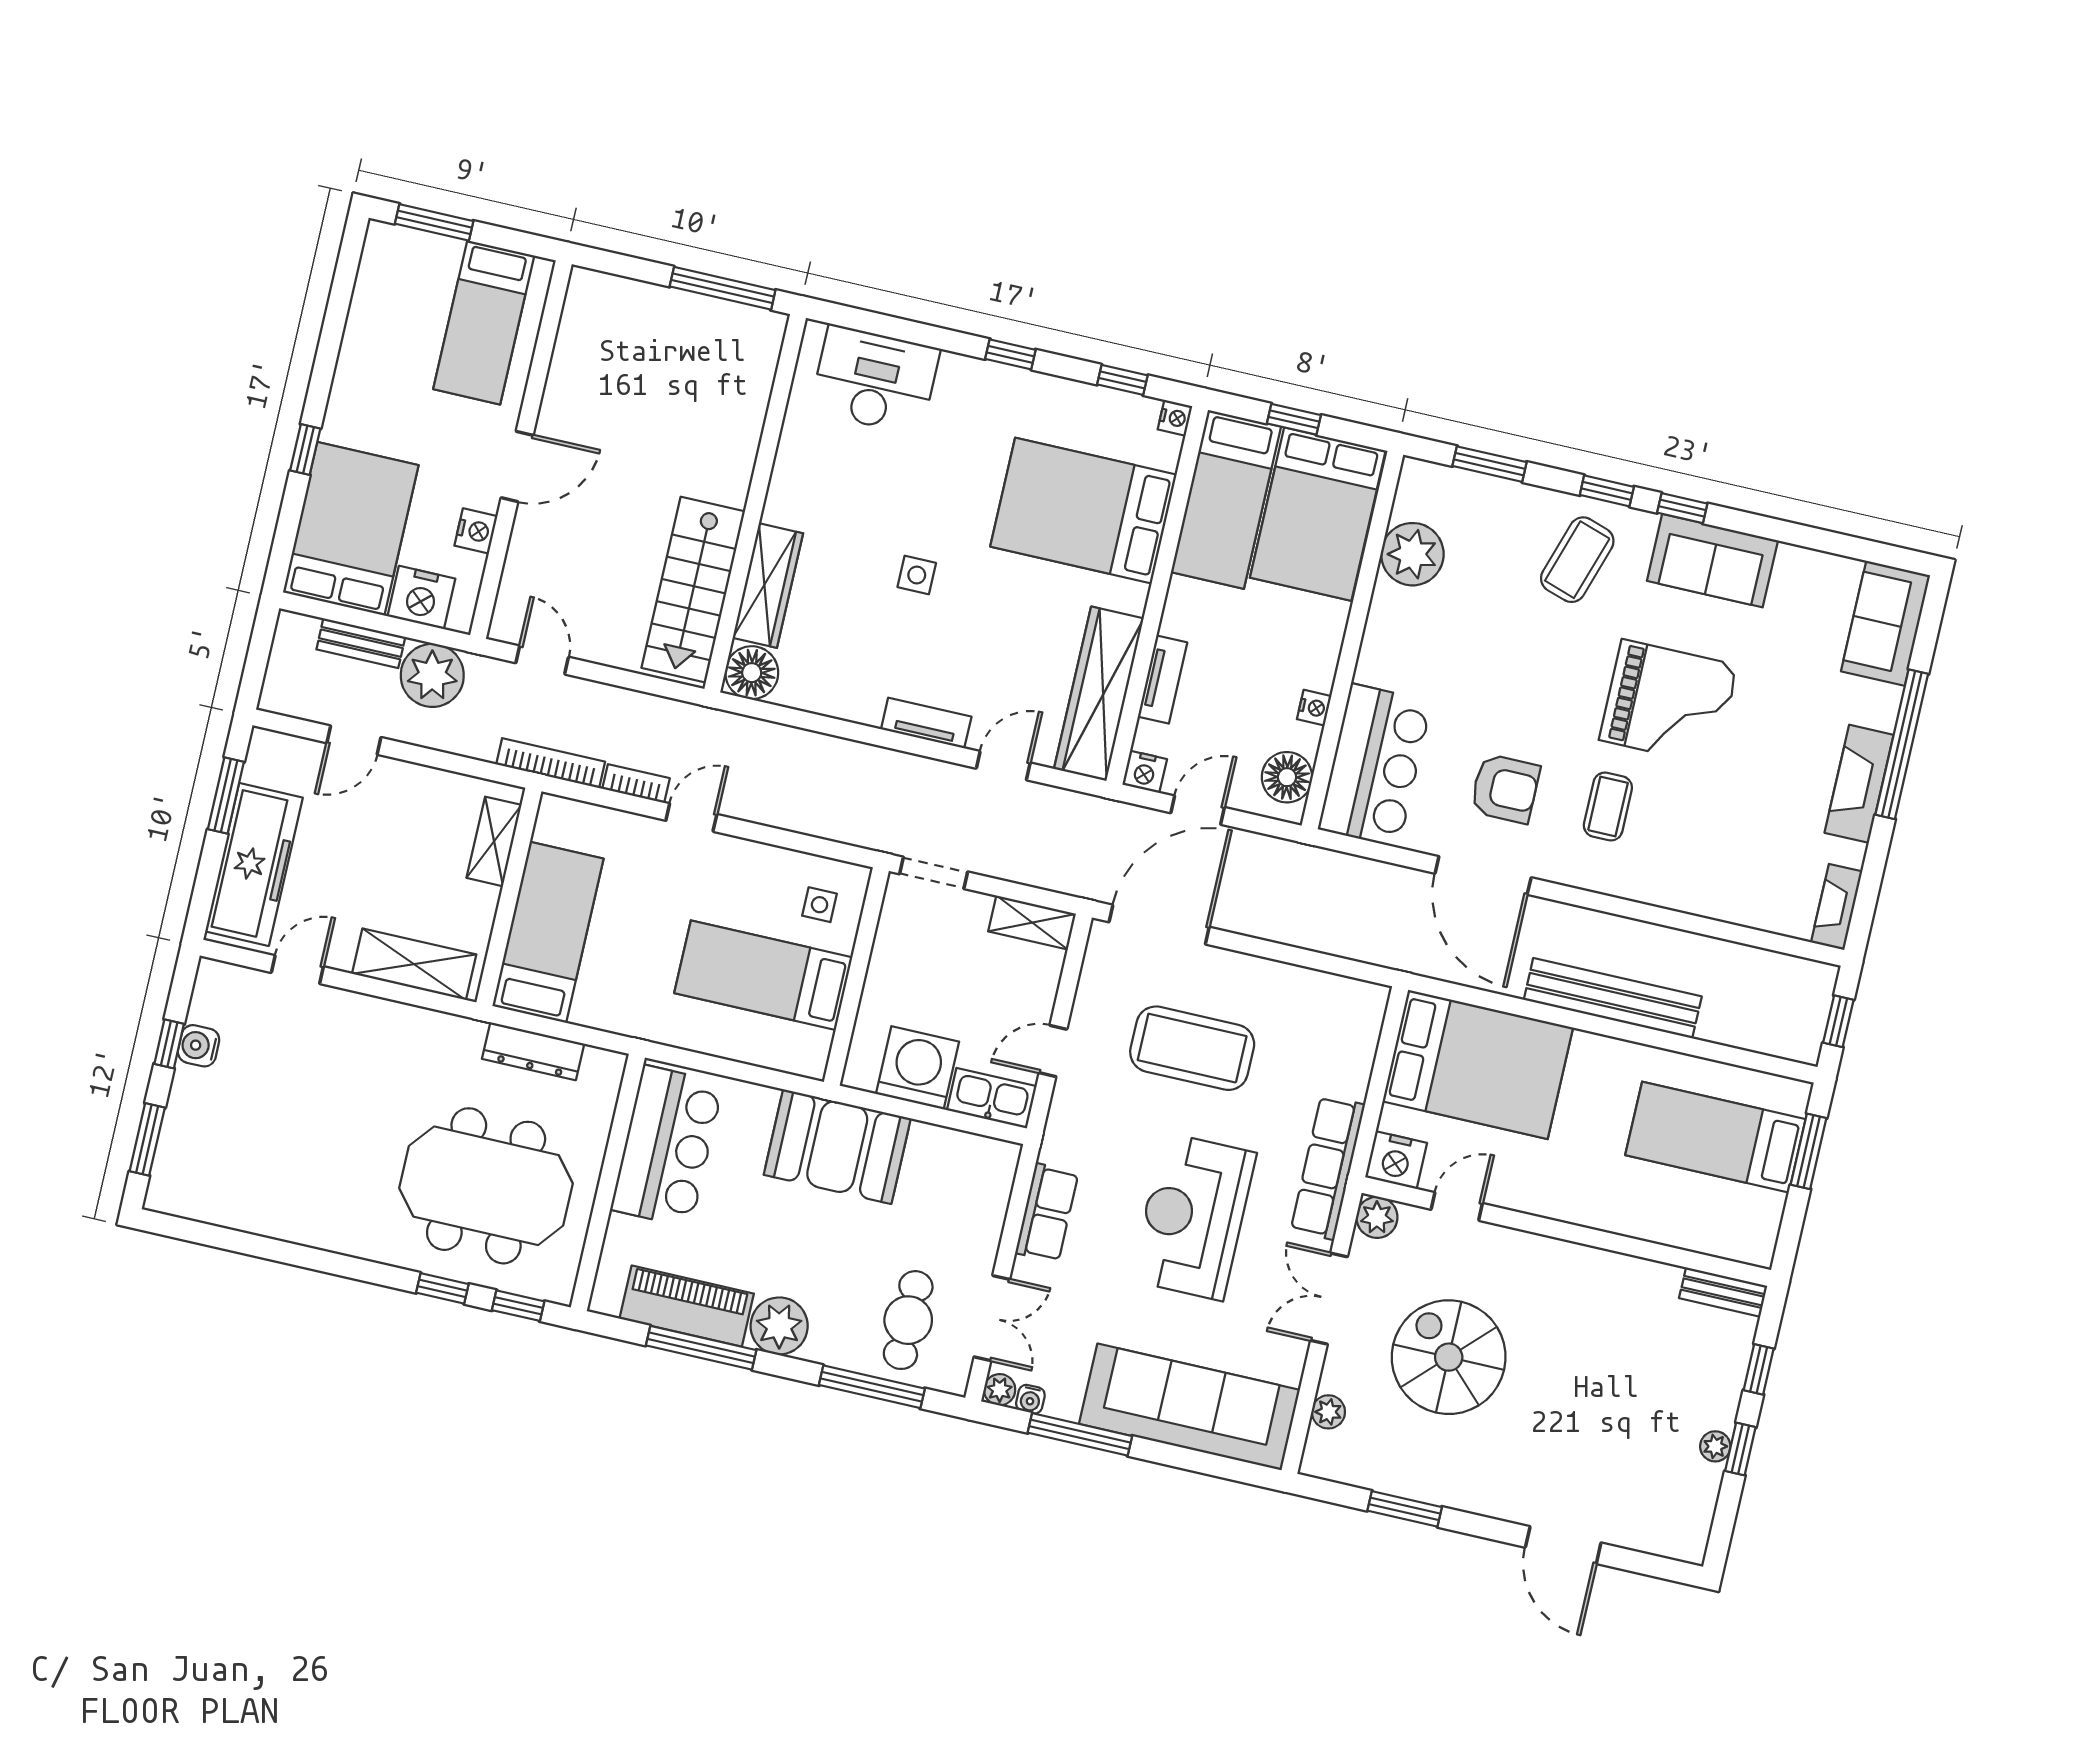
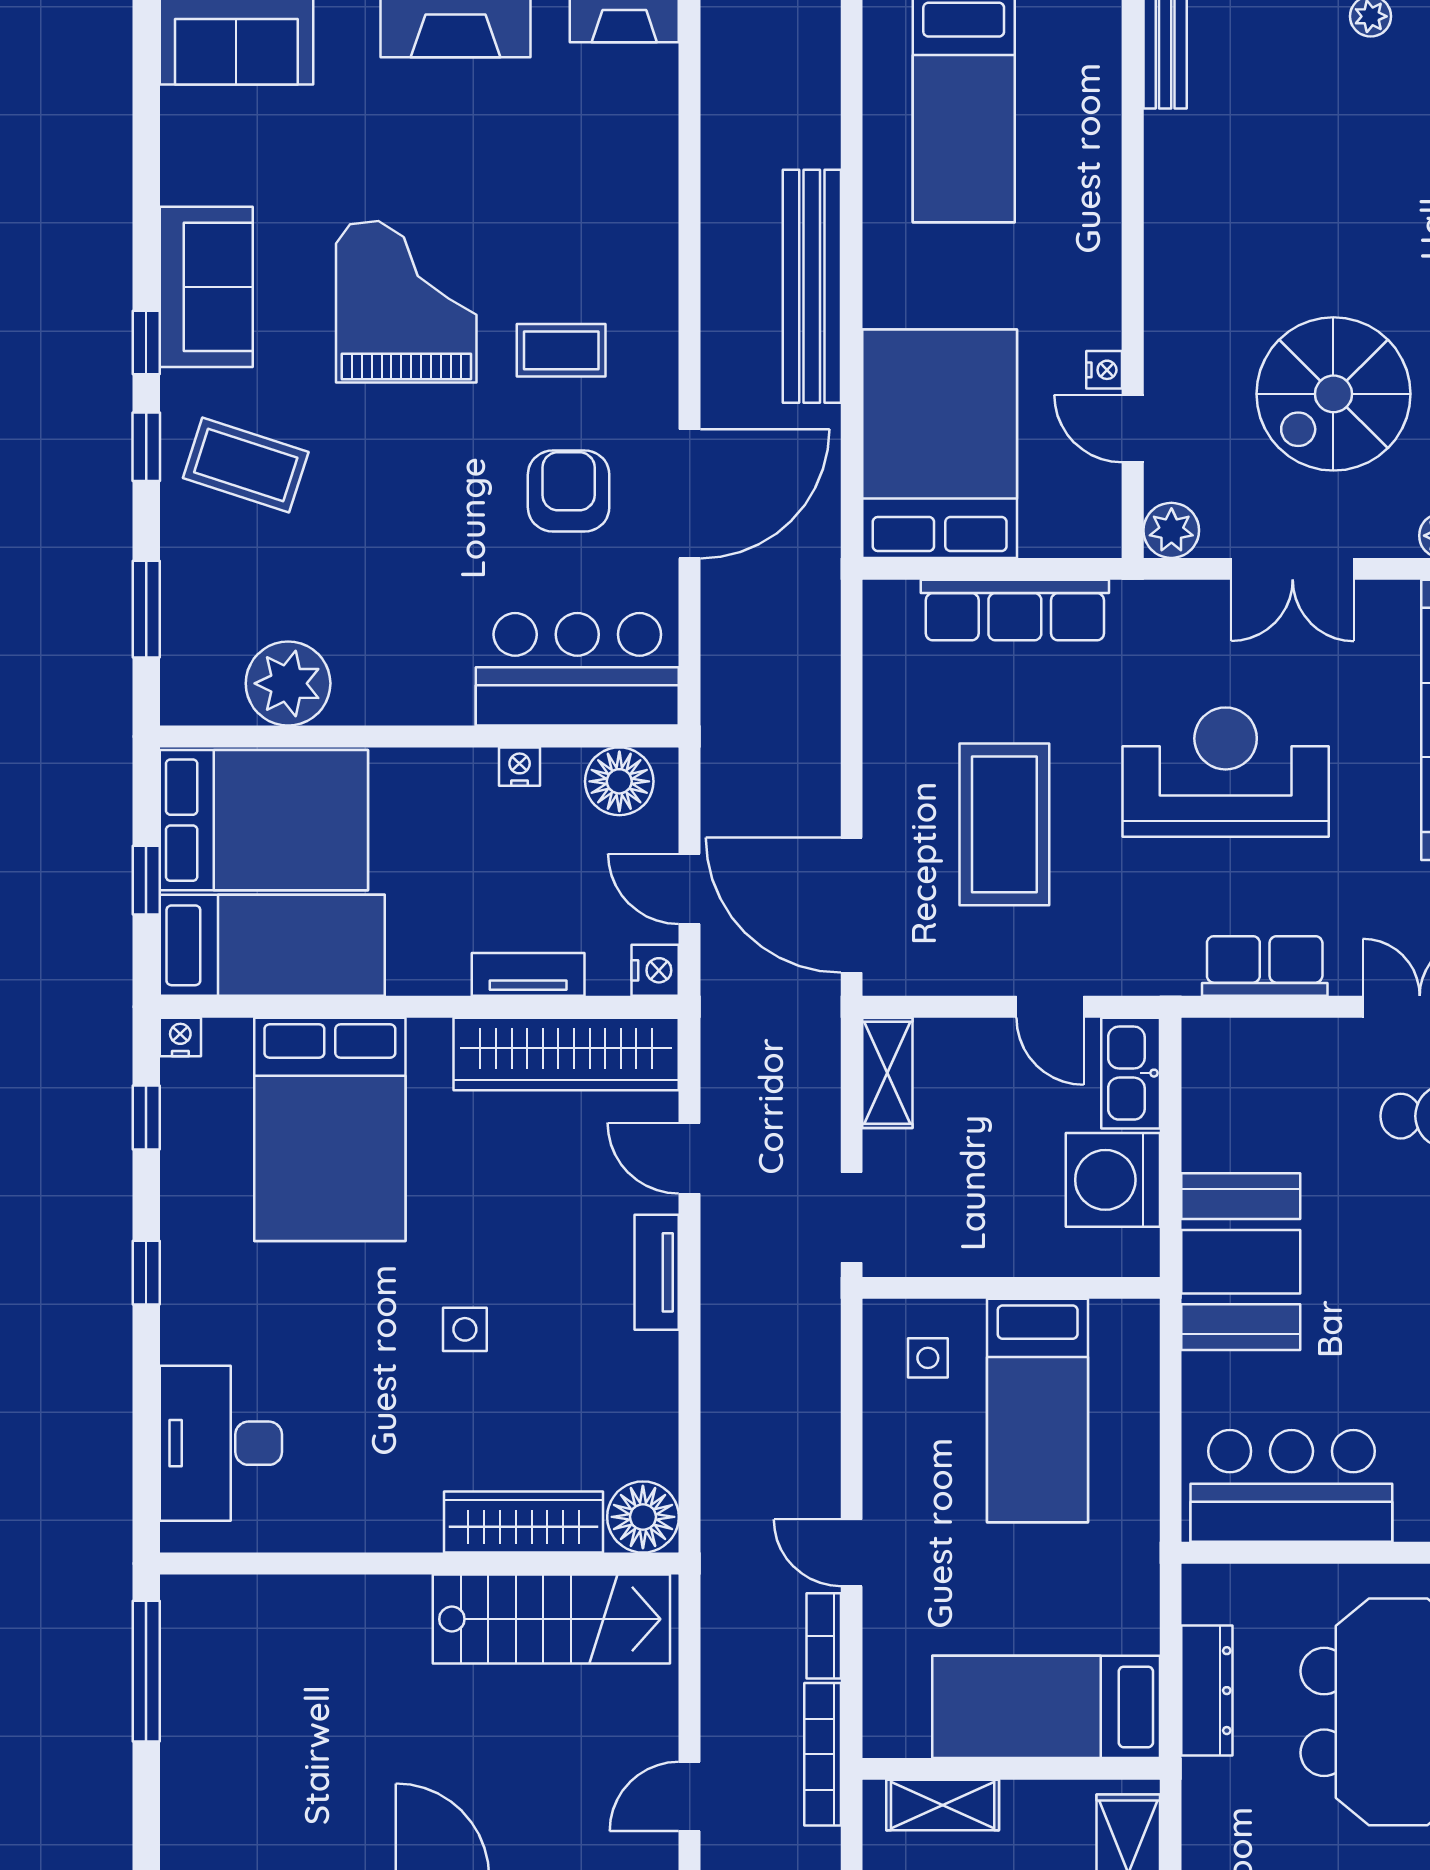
nightstand: (1396, 1160) -> (1104, 370), moved, width x0.53, depth x0.56
row of seats: (1328, 1167) -> (1015, 610), moved
reception desk: (1193, 1217) -> (1226, 772), turned 180

